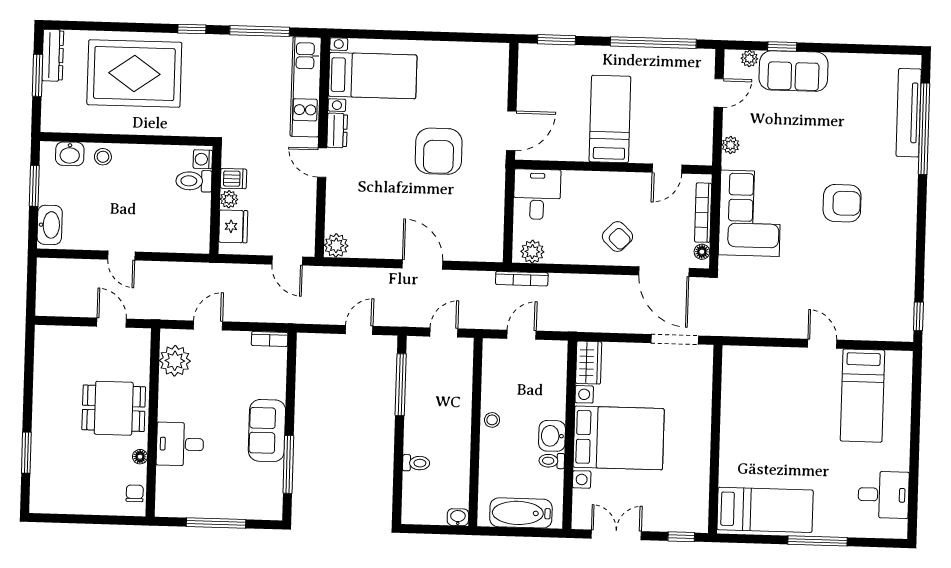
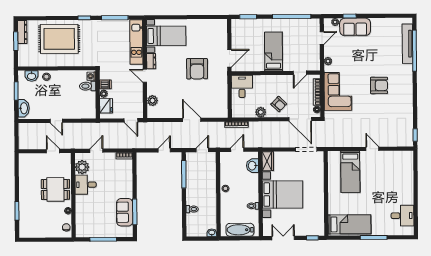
plant: (336, 245) -> (152, 101), moved
plant: (532, 252) -> (261, 112), moved
bed: (862, 396) -> (350, 172), moved
sofa: (267, 431) -> (125, 212), moved
washbasin: (552, 436) -> (252, 166), moved
desk: (180, 444) -> (86, 185), moved

